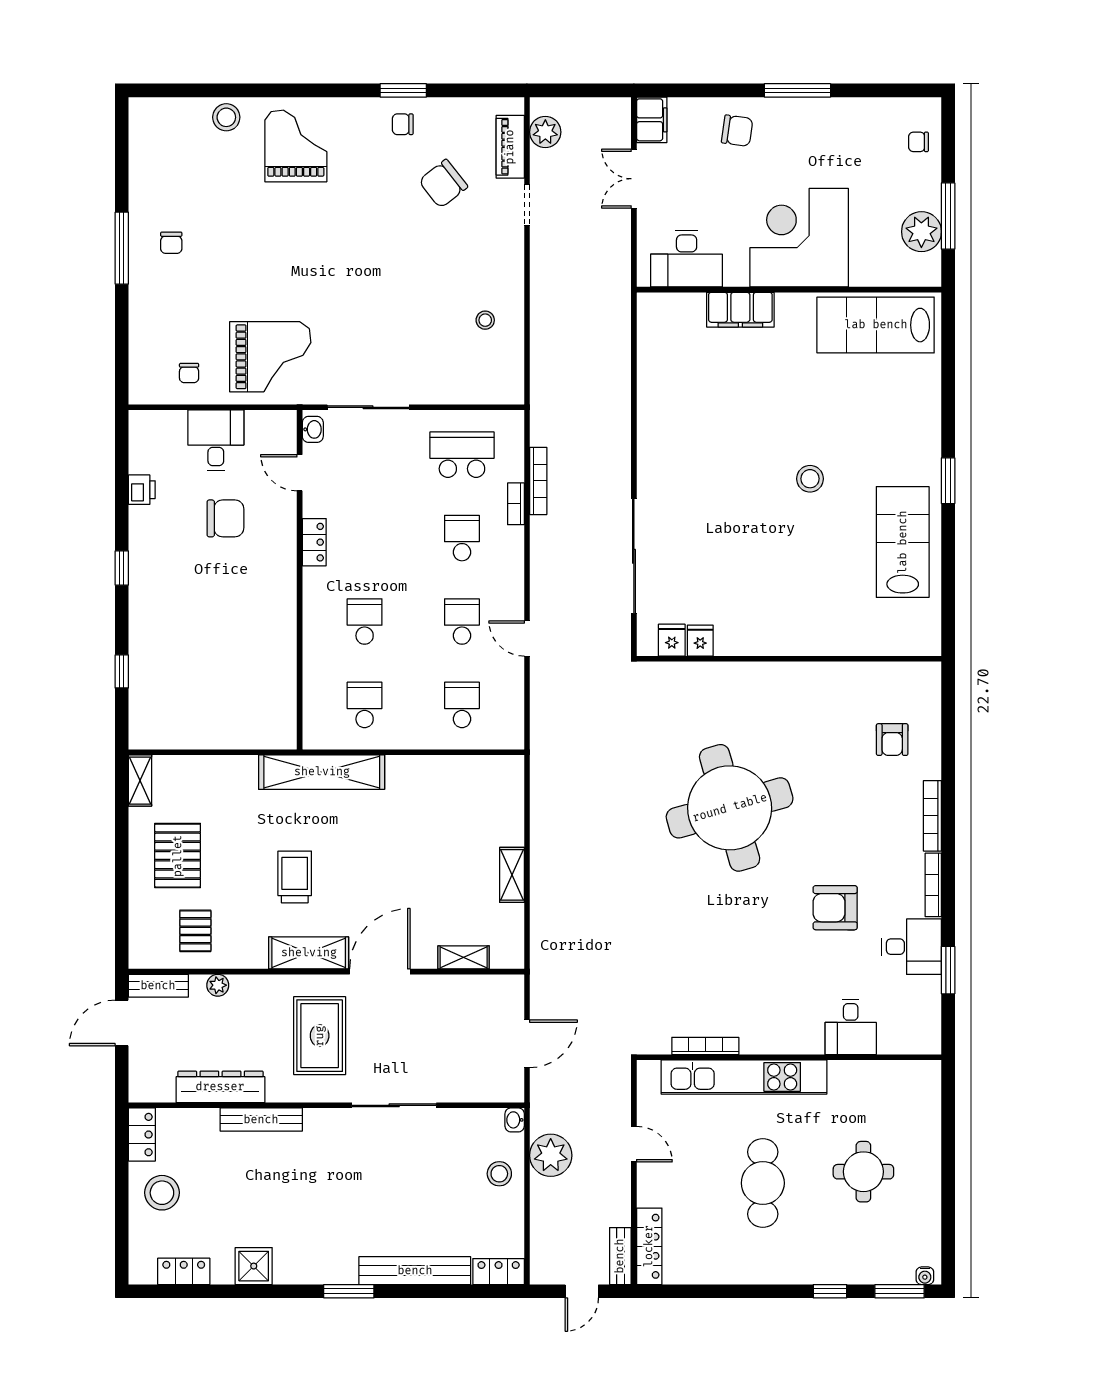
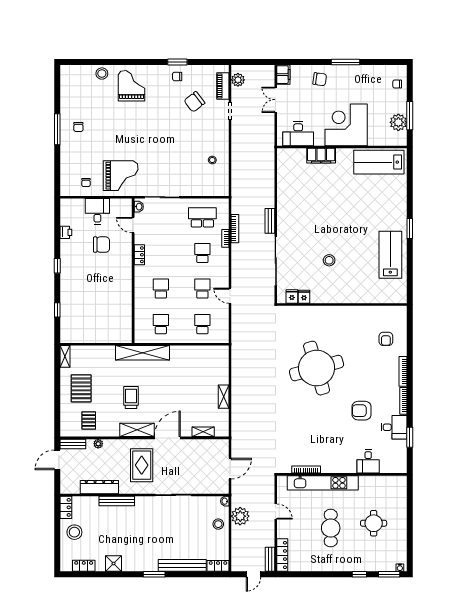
bench: (620, 463) -> (270, 221), added
stool: (810, 479) -> (329, 260), moved

